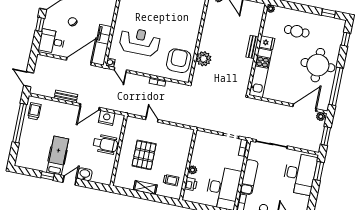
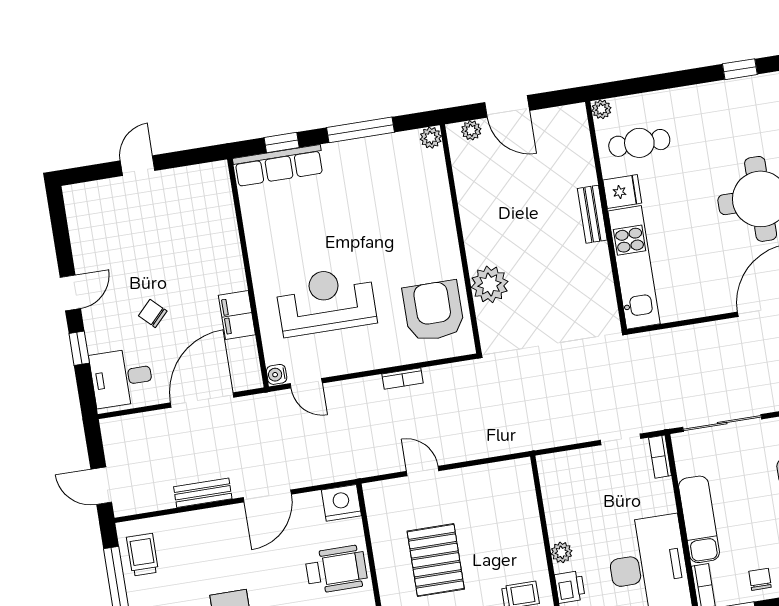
cafe table: (297, 31) -> (639, 143), moved
nightstand: (107, 118) -> (341, 503), moved

